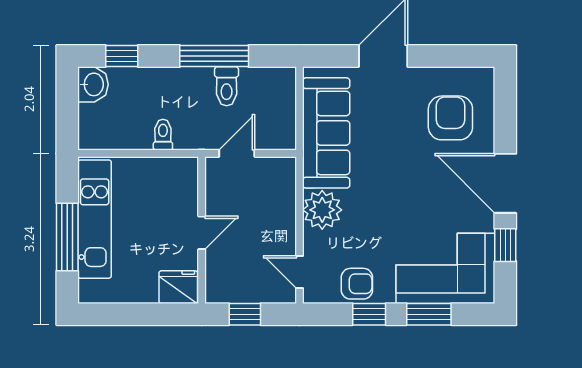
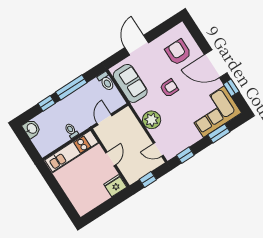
window: (122, 56) -> (47, 103), moved
toilet: (227, 86) -> (106, 81), moved
sofa: (326, 133) -> (130, 83), width x0.73
kitchen unit: (95, 219) -> (72, 151), moved, turned 90
window: (67, 237) -> (60, 194), removed
armchair: (357, 284) -> (169, 88), moved
window: (369, 314) -> (185, 155), moved

